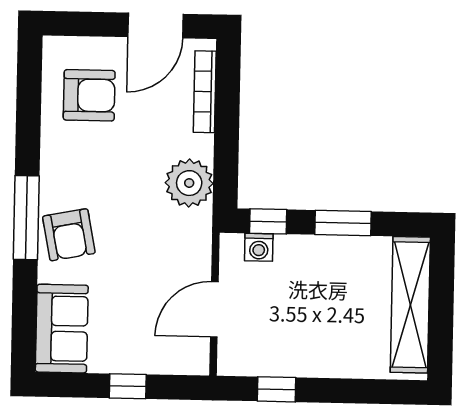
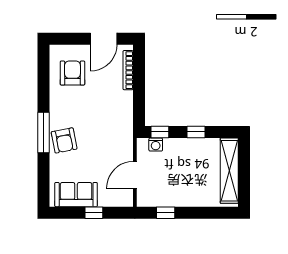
armchair: (89, 95) -> (72, 73), turned -90
plant: (189, 183) -> (121, 114), removed
window: (343, 223) -> (196, 132), width x0.67
sofa: (62, 329) -> (76, 195), moved, turned -90

